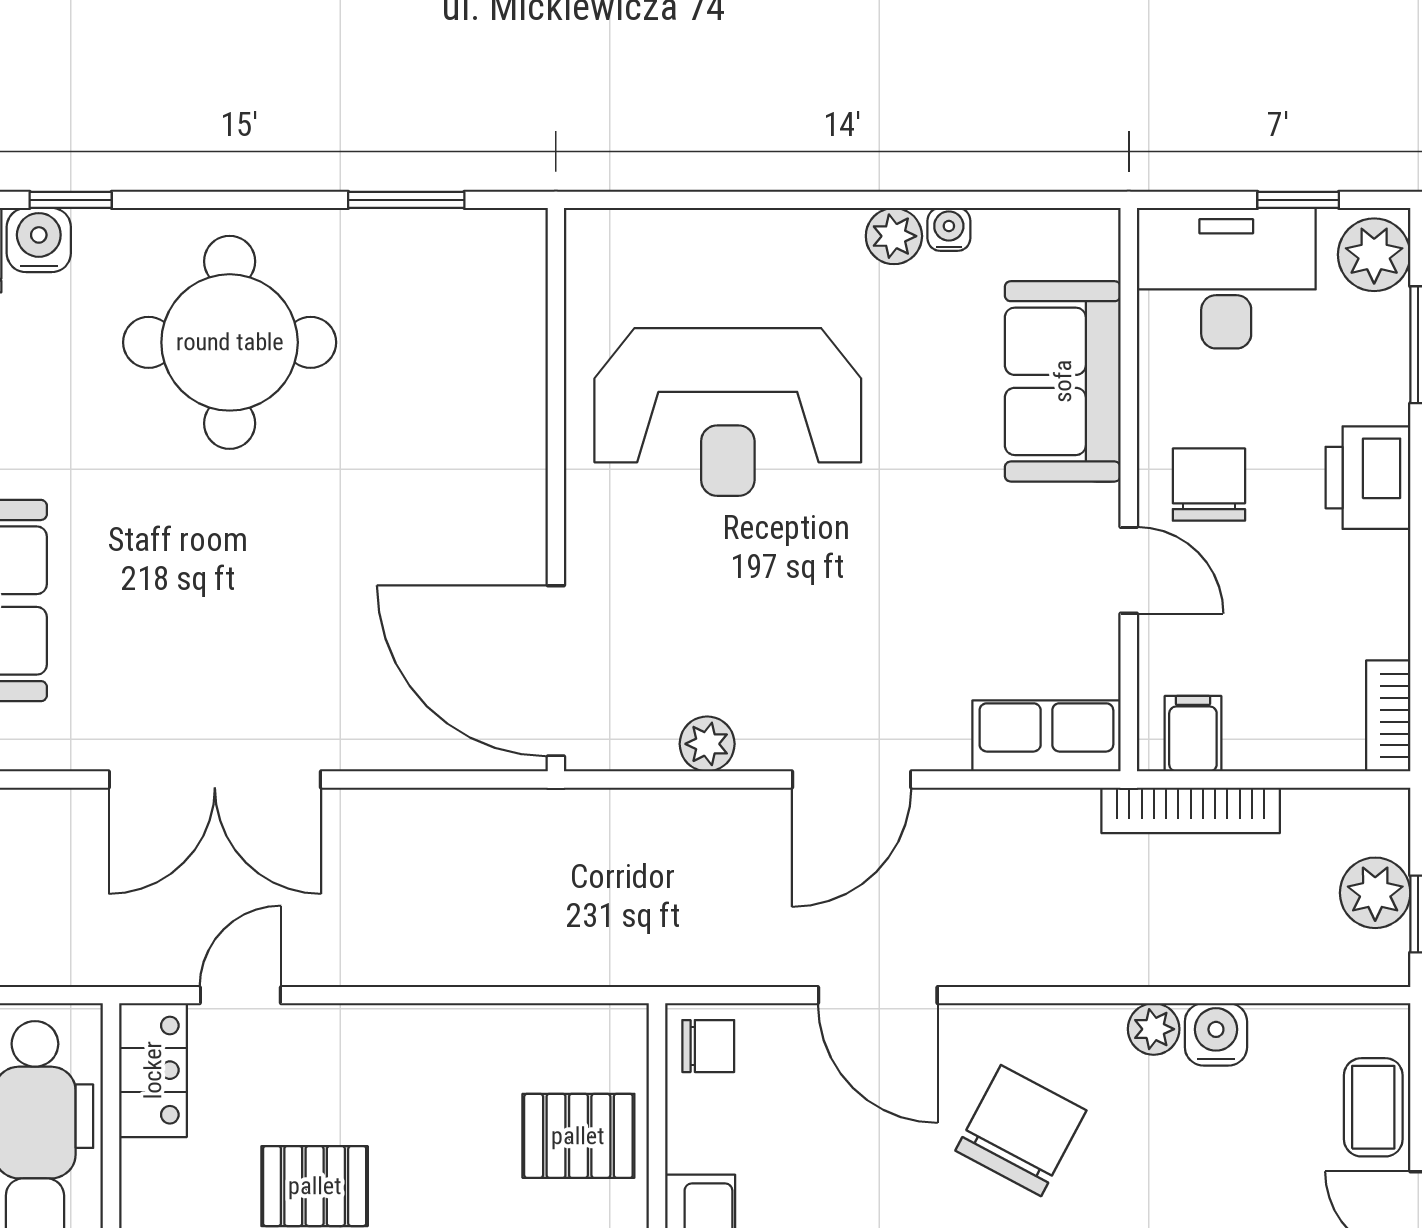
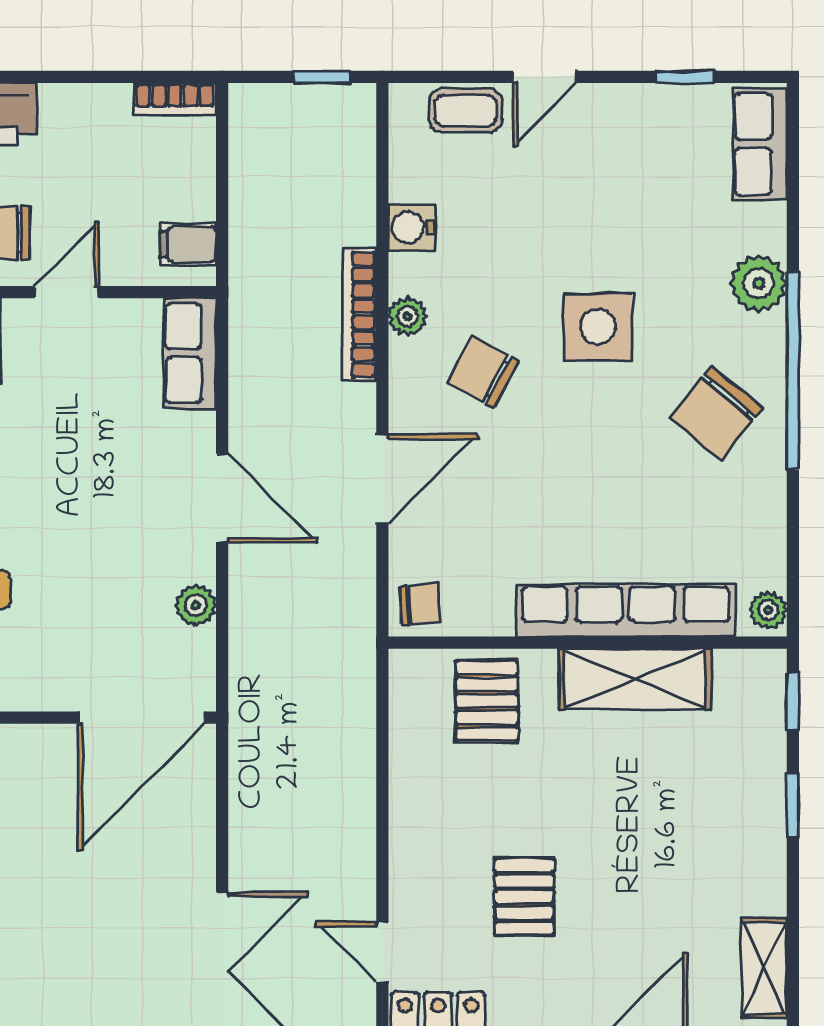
bookcase: (1191, 810) -> (359, 314), moved, turned 180
plant: (1375, 893) -> (306, 109), removed
plant: (1154, 1029) -> (407, 316), moved
chair: (708, 1046) -> (420, 604), turned 86
chair: (1021, 1131) -> (483, 372), width x0.73, depth x0.73

